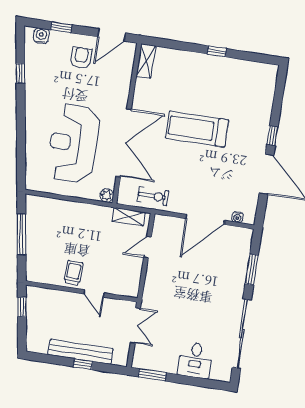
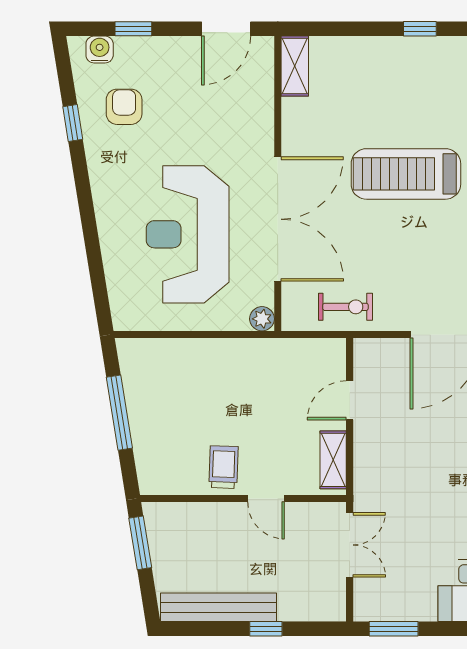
armchair: (81, 58) -> (124, 107), moved
shelving: (129, 217) -> (333, 460), moved, turned 90
window: (22, 307) -> (140, 543), width x1.50
bench: (81, 352) -> (219, 607), moved

